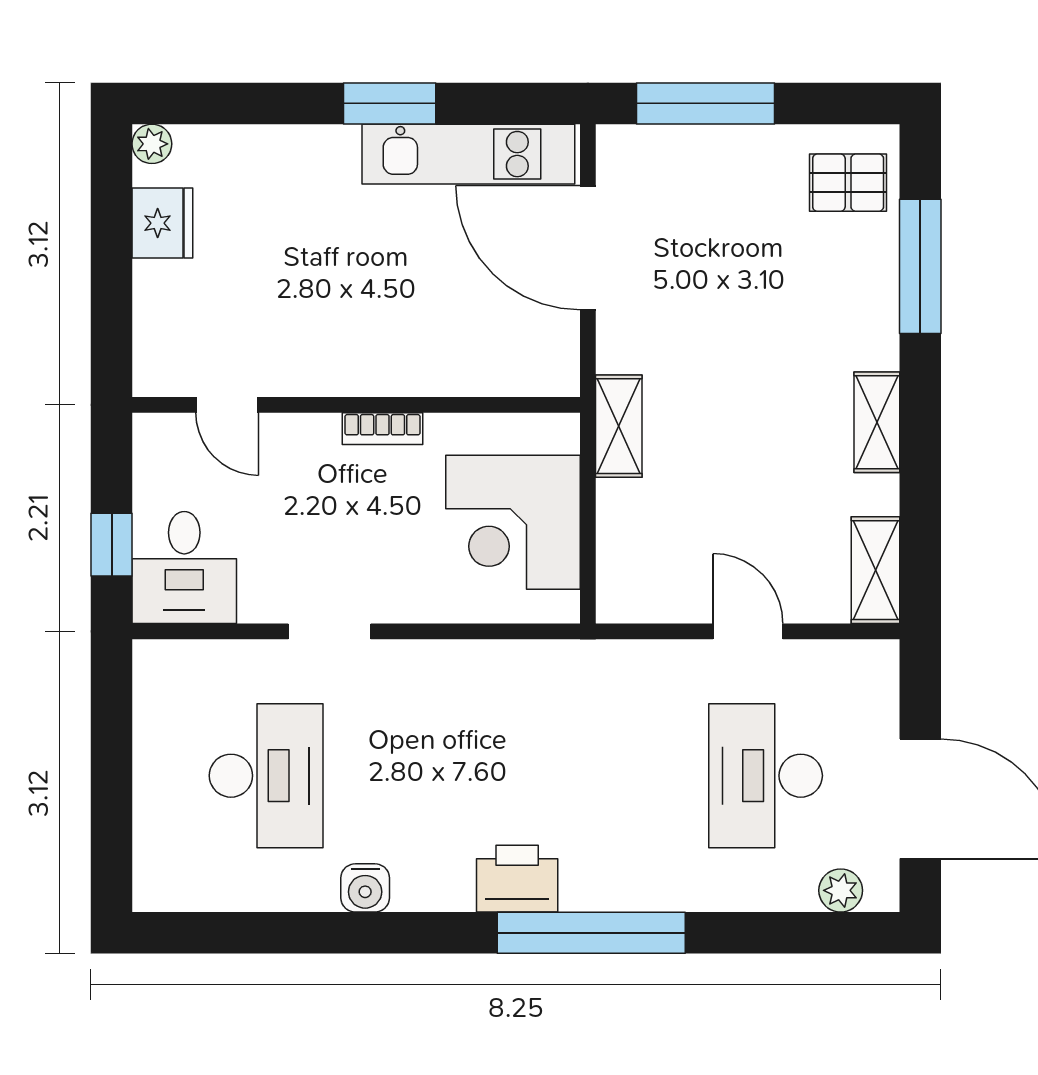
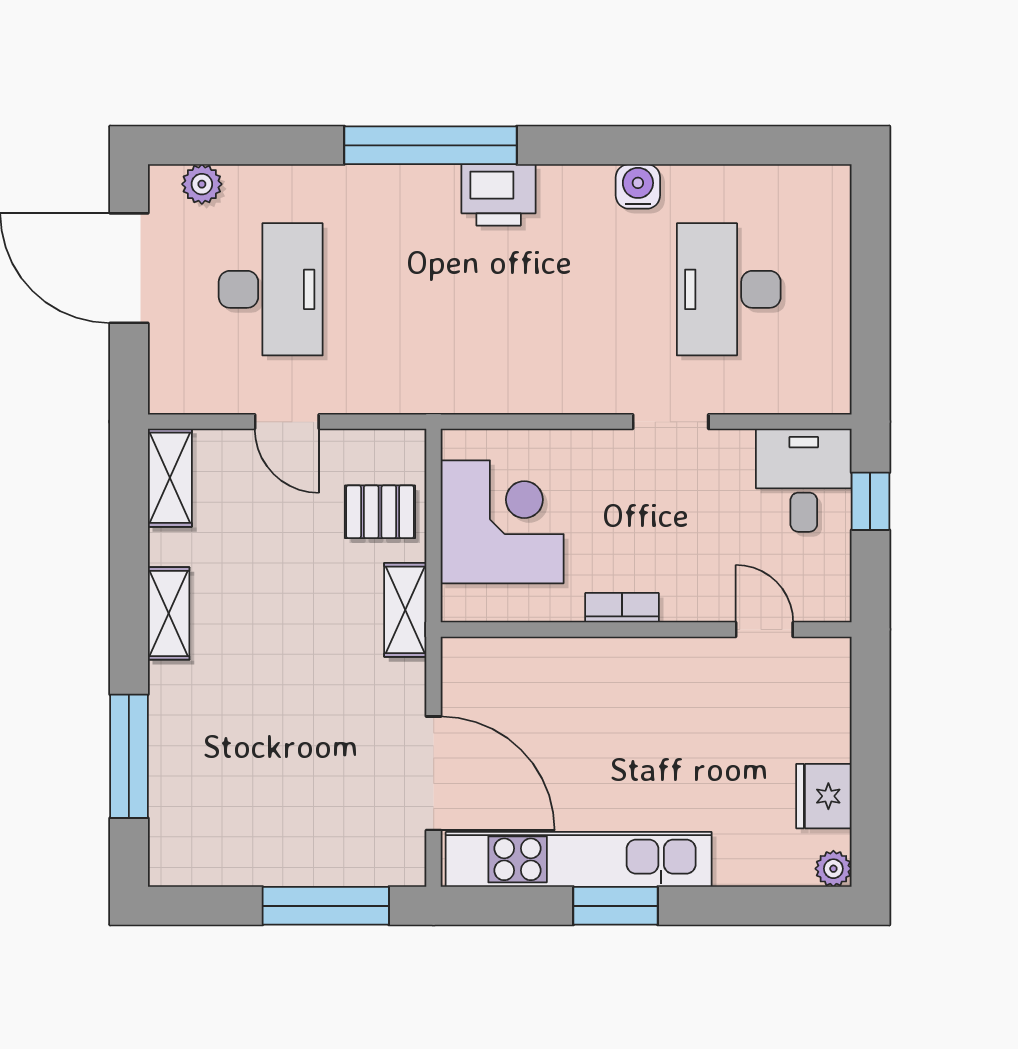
kitchen unit: (468, 154) -> (579, 859), width x1.36
pallet: (848, 183) -> (380, 512), moved

